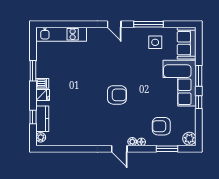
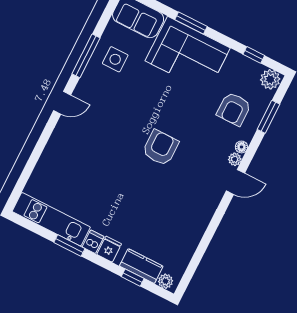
kitchen unit: (61, 34) -> (51, 219), moved, turned -90
window: (199, 102) -> (254, 55), moved

